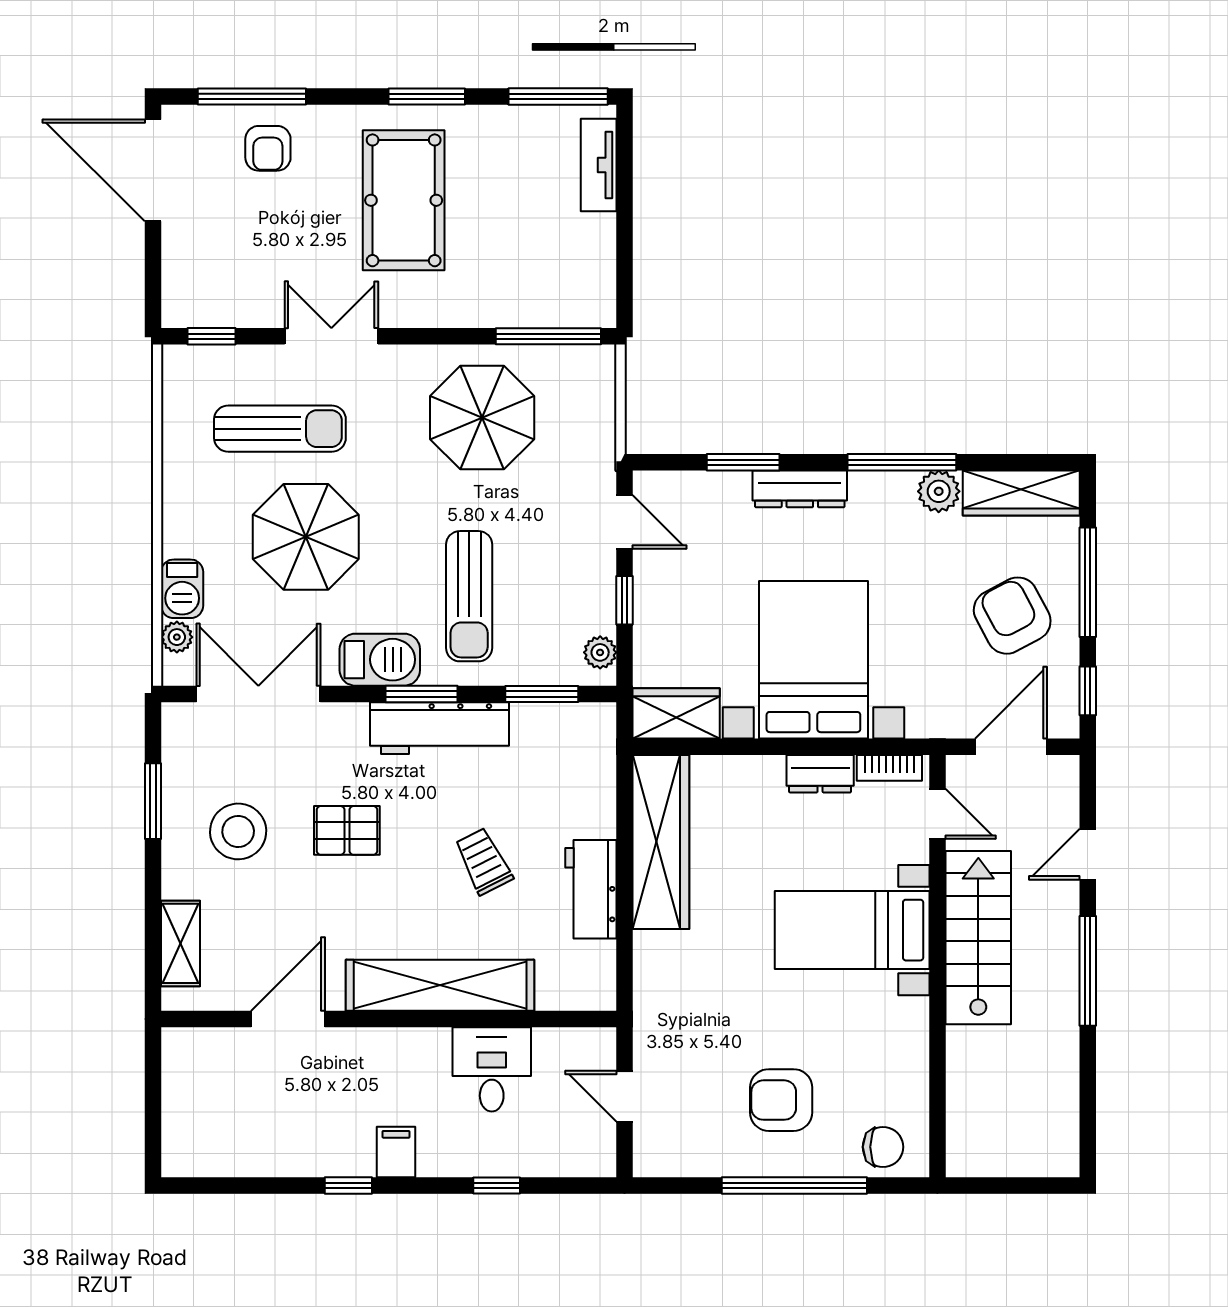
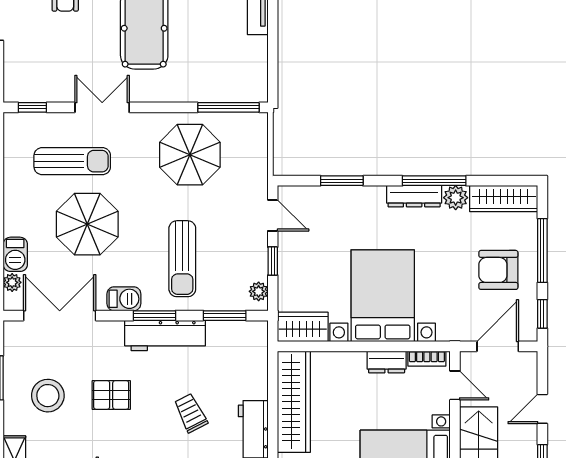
dresser: (800, 489) -> (414, 196), moved
armchair: (1012, 616) -> (498, 270), turned -62
barbecue: (380, 660) -> (124, 299), width x0.73, depth x0.79

